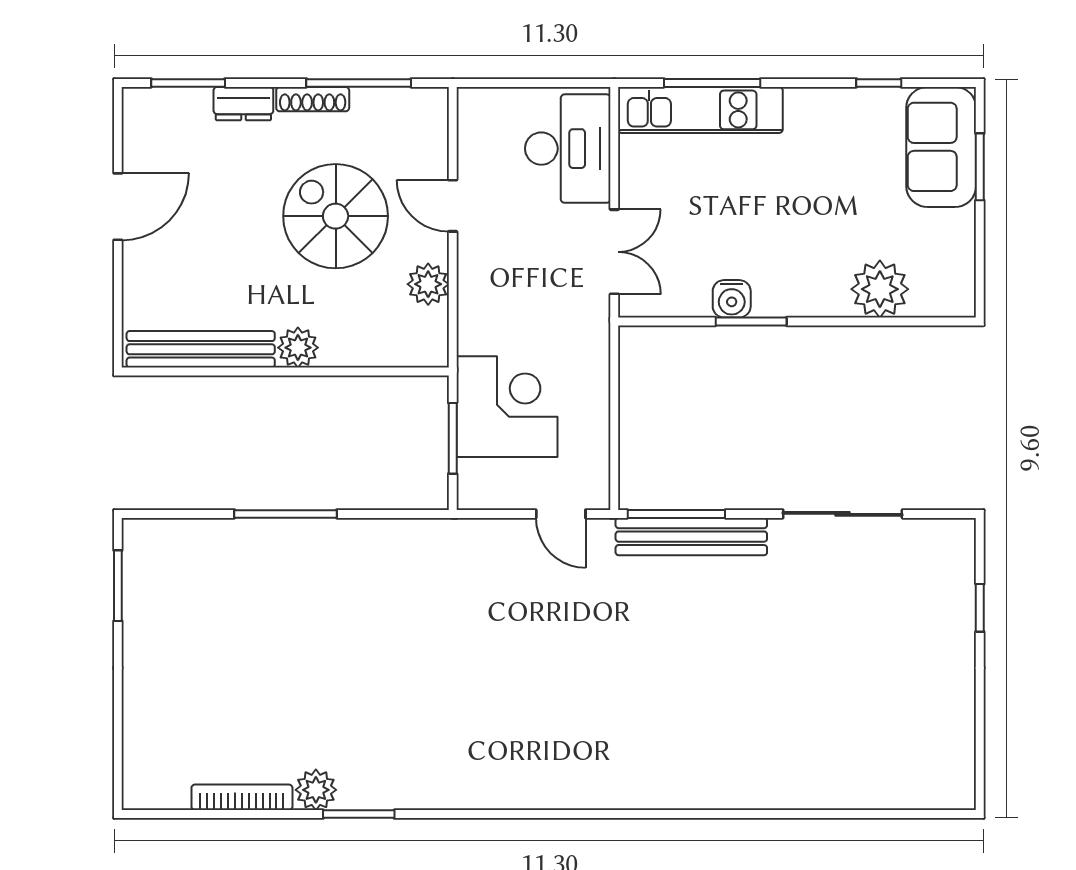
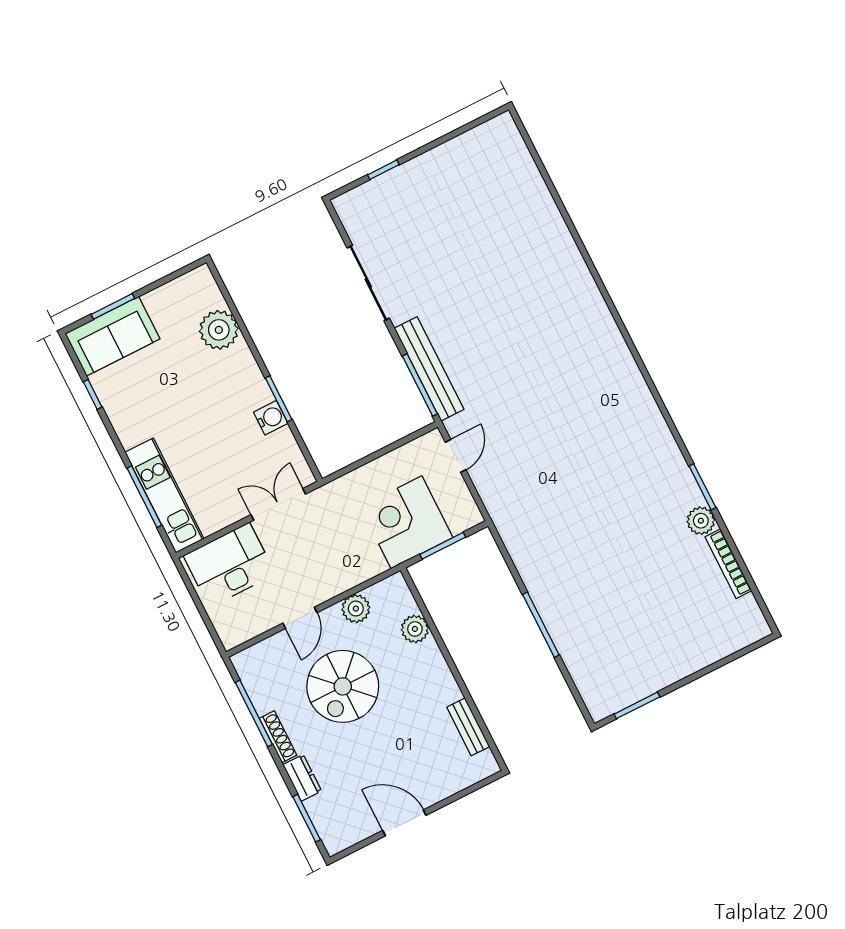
plant: (298, 348) -> (415, 629), moved
bench: (201, 349) -> (468, 727), width x0.54, depth x0.82

